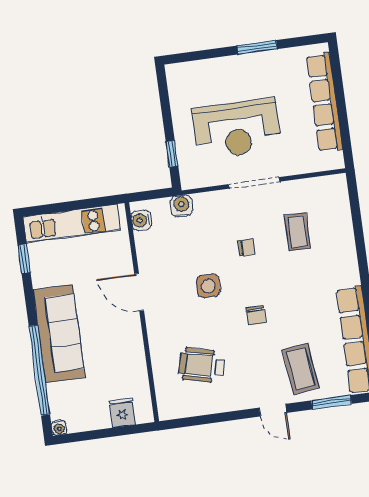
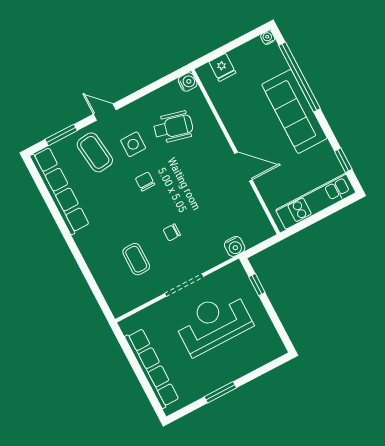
water cooler: (141, 220) -> (188, 82), moved
side table: (208, 286) -> (133, 144), moved

